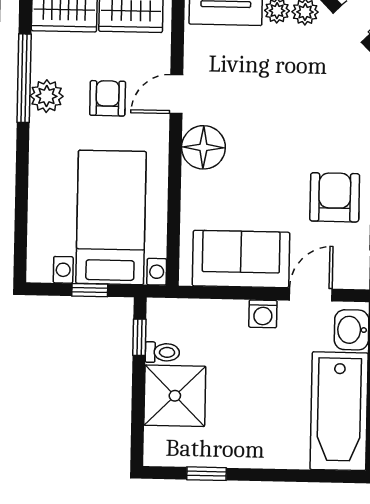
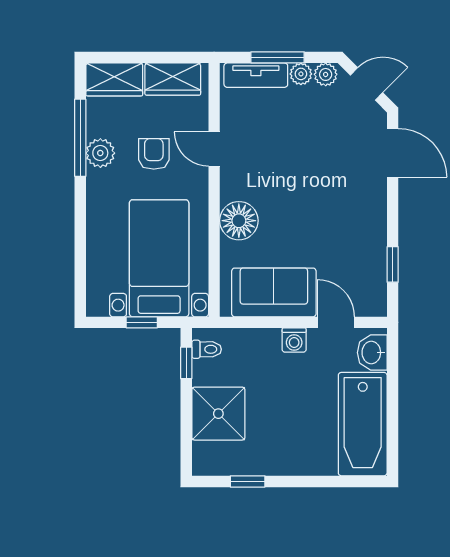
door: (176, 94) -> (214, 149), hinge flipped
floor lamp: (203, 147) -> (239, 221), moved
armchair: (335, 197) -> (355, 237), removed
door: (311, 295) -> (336, 322), hinge flipped
toilet: (162, 352) -> (207, 349), moved

